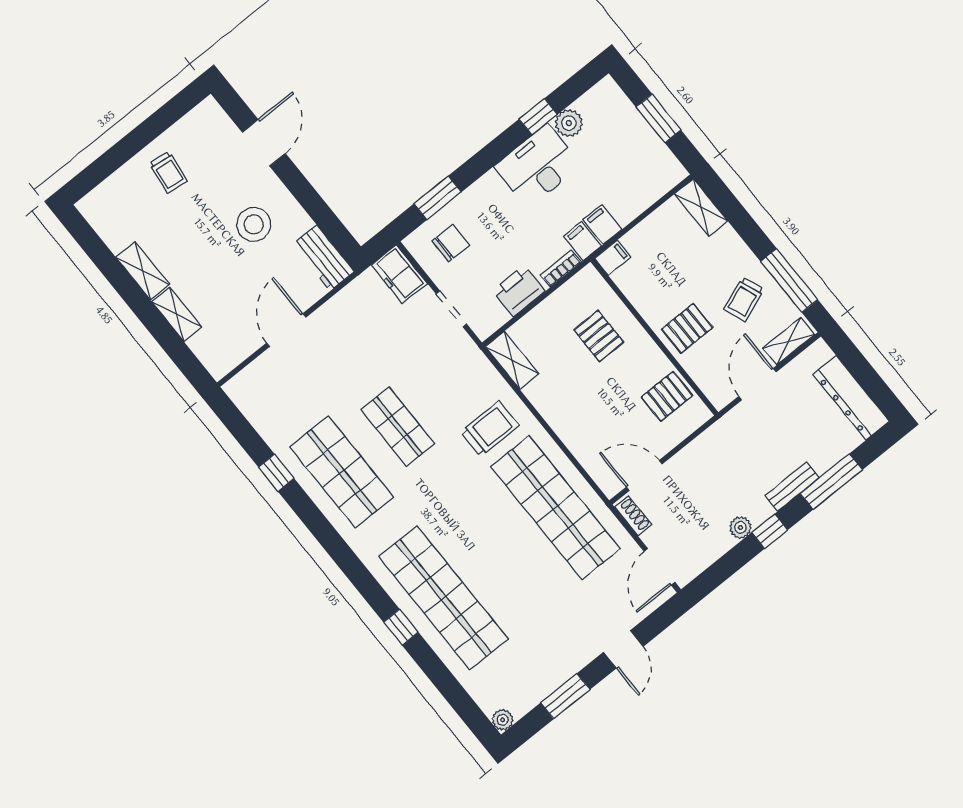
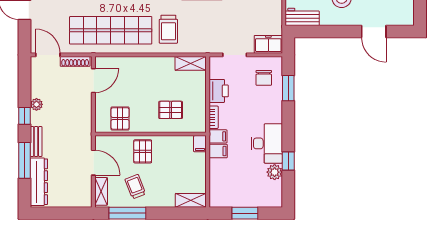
dresser: (851, 398) -> (39, 182), moved, turned 90
shoe rack: (633, 516) -> (75, 61), width x1.43

